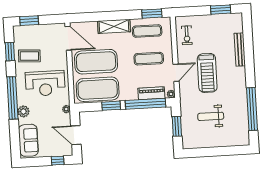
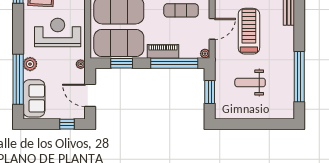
treadmill: (207, 73) -> (249, 31), turned 180
reception desk: (45, 83) -> (58, 32), turned 180
piano: (151, 93) -> (163, 51), moved
window: (12, 98) -> (18, 79), moved
window: (111, 106) -> (122, 63), moved

